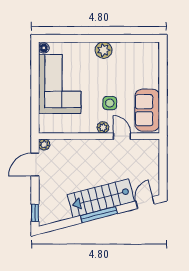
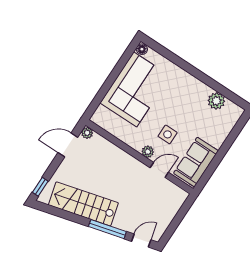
plant: (104, 50) -> (216, 101), moved
door: (122, 136) -> (159, 170), hinge flipped
stairs: (101, 198) -> (83, 204), moved
window: (99, 215) -> (107, 229), moved

